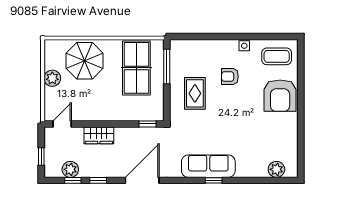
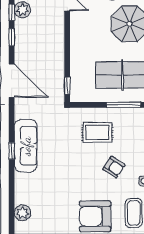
armchair: (230, 76) -> (114, 167), turned 124
wardrobe: (99, 135) -> (56, 38), removed

